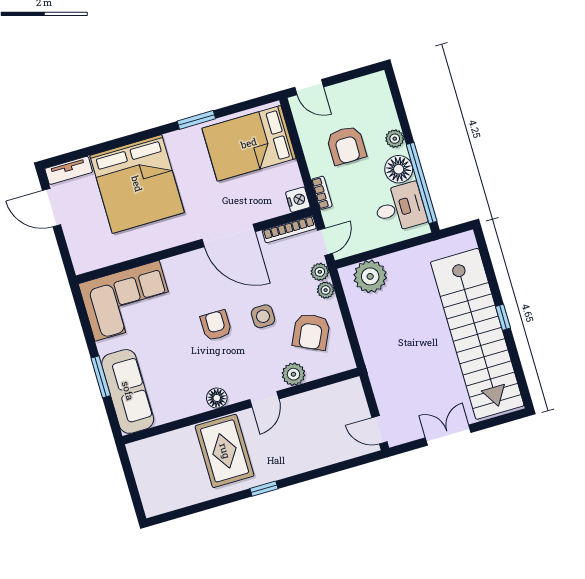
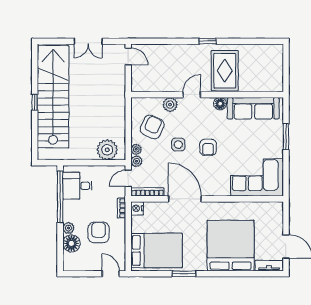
floor lamp: (399, 169) -> (71, 243), moved
sofa: (128, 391) -> (253, 108), moved, turned -90

